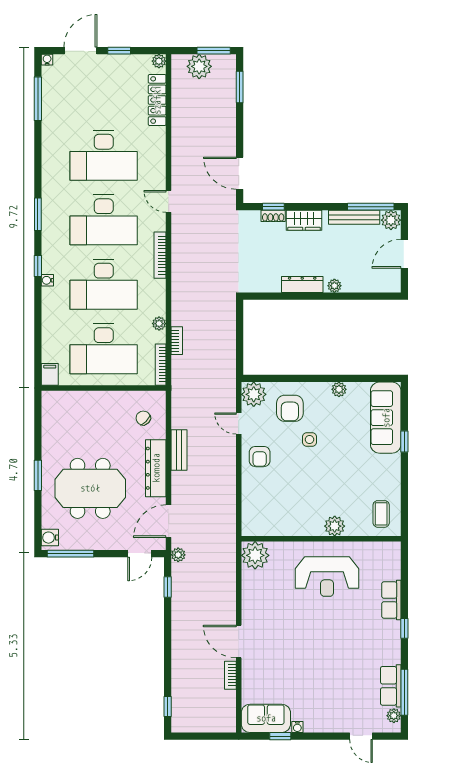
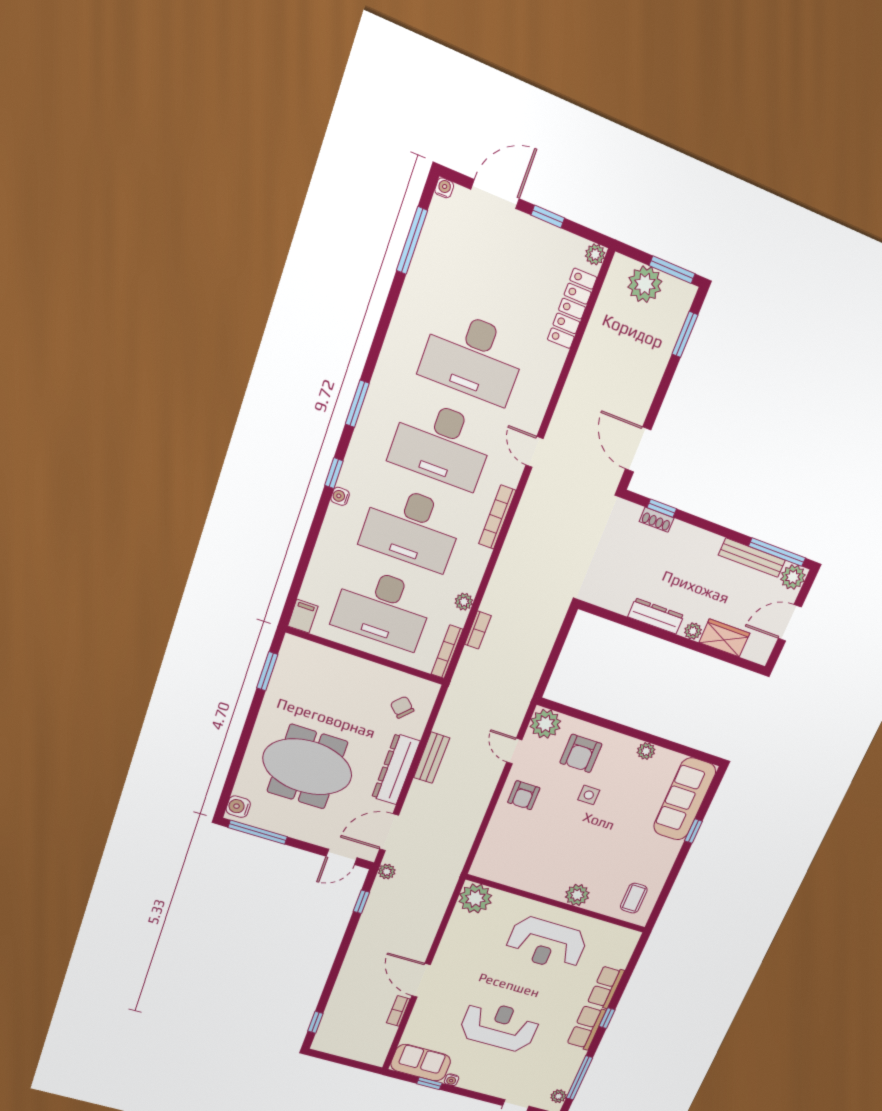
wardrobe: (304, 220) -> (724, 638), moved, turned 180
window: (38, 475) -> (267, 671), moved
reception desk: (318, 664) -> (499, 1026), added
row of seats: (391, 686) -> (586, 1027), moved

